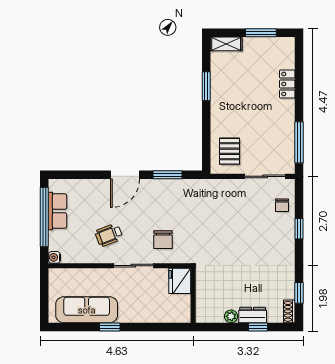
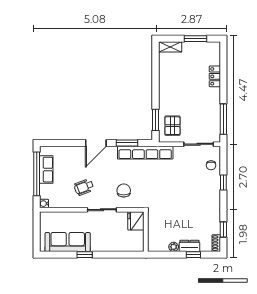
window: (206, 86) -> (156, 120), moved
row of seats: (192, 188) -> (145, 153), added
chair: (163, 240) -> (124, 191), turned 180

